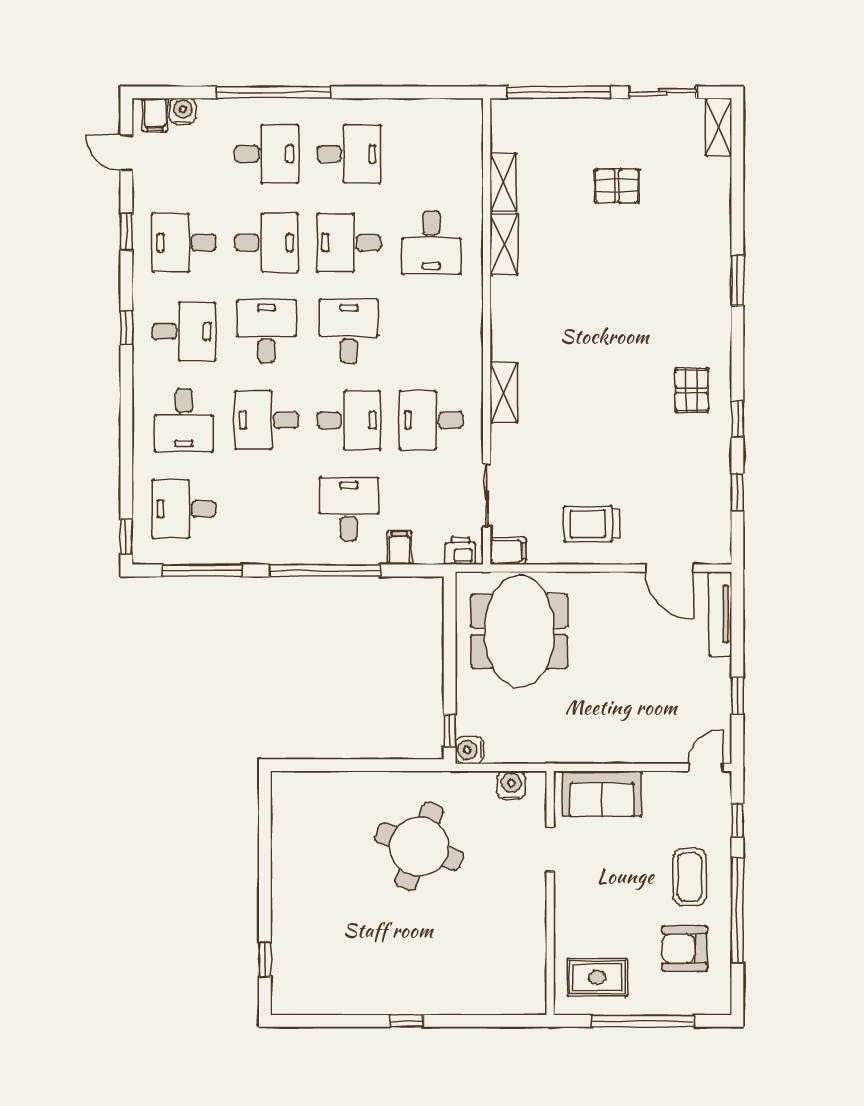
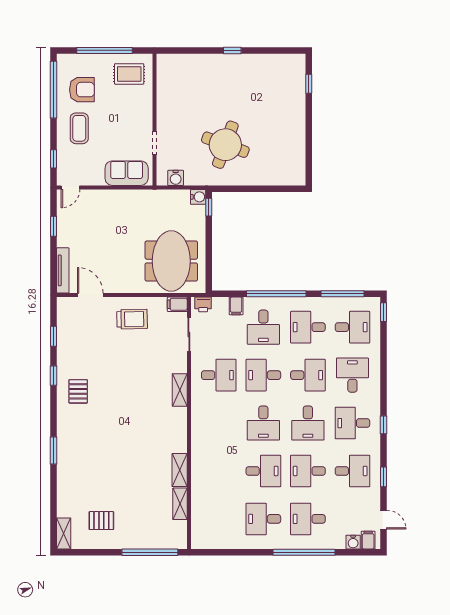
sliding door: (662, 92) -> (94, 552), removed
pallet: (617, 186) -> (101, 521), moved
desk: (431, 243) -> (308, 327), moved, turned -90
window: (737, 910) -> (53, 90), moved

